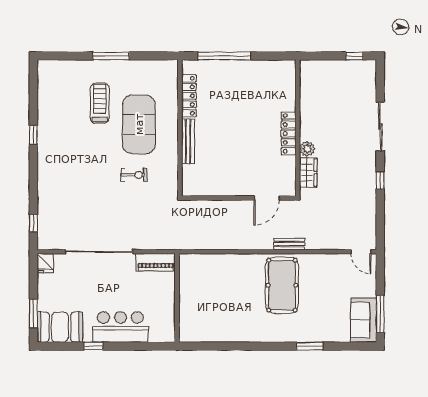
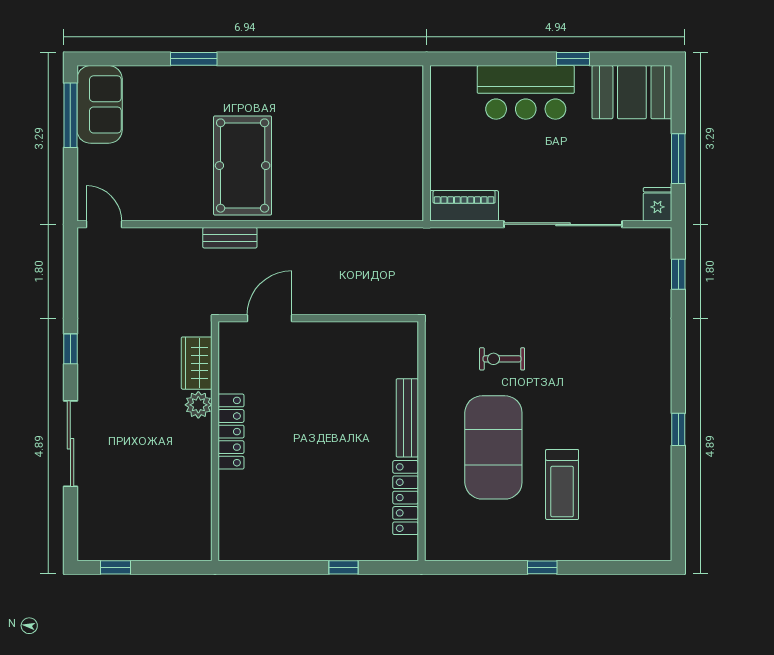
window: (111, 56) -> (542, 567), width x0.46
window: (224, 56) -> (343, 567), width x0.32
window: (33, 313) -> (678, 159), moved

